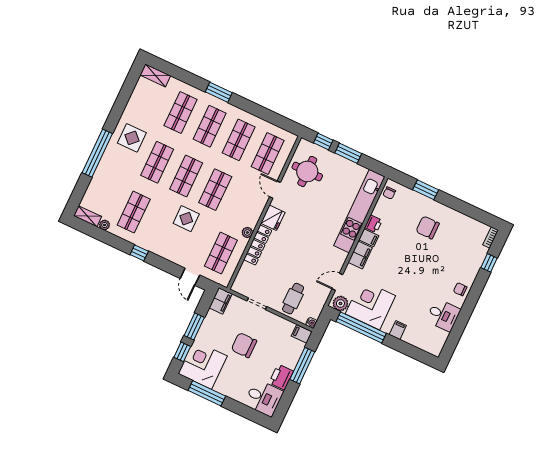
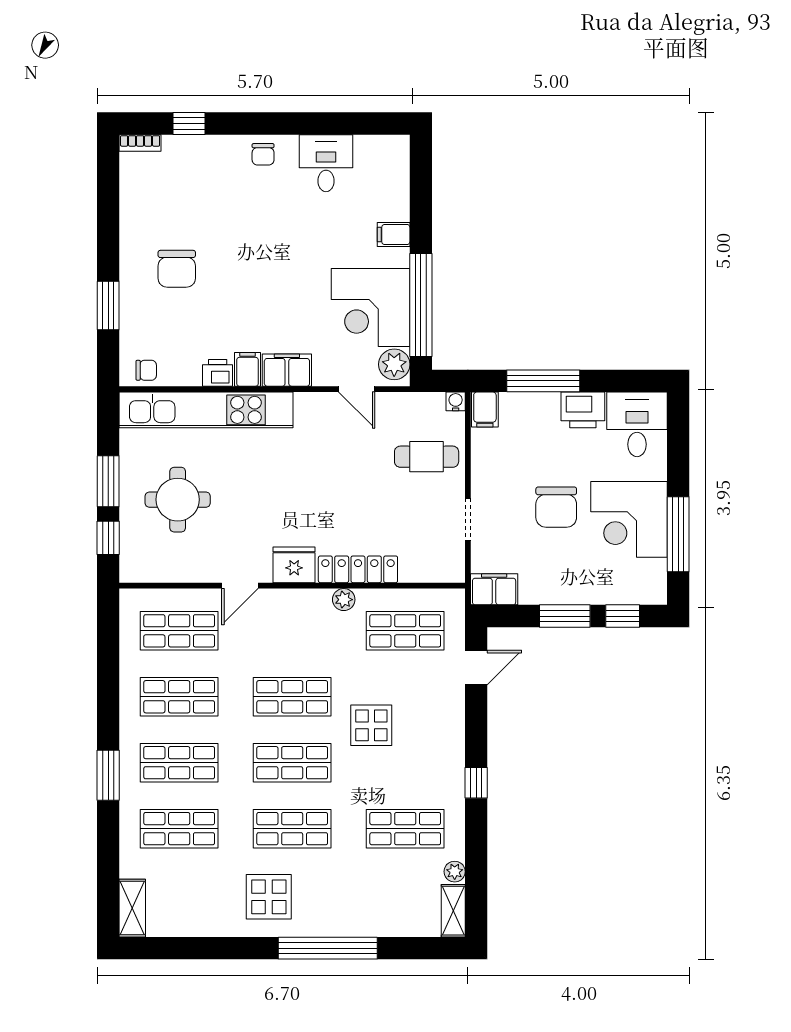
round table: (307, 171) -> (178, 500), moved
corner desk: (203, 365) -> (629, 519), moved

